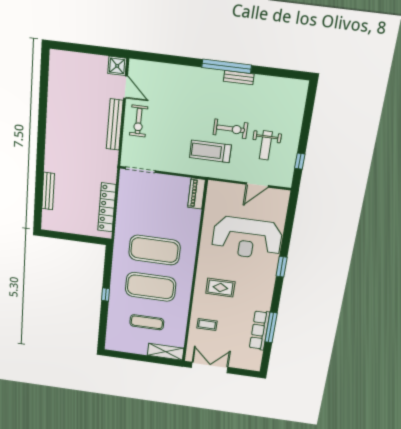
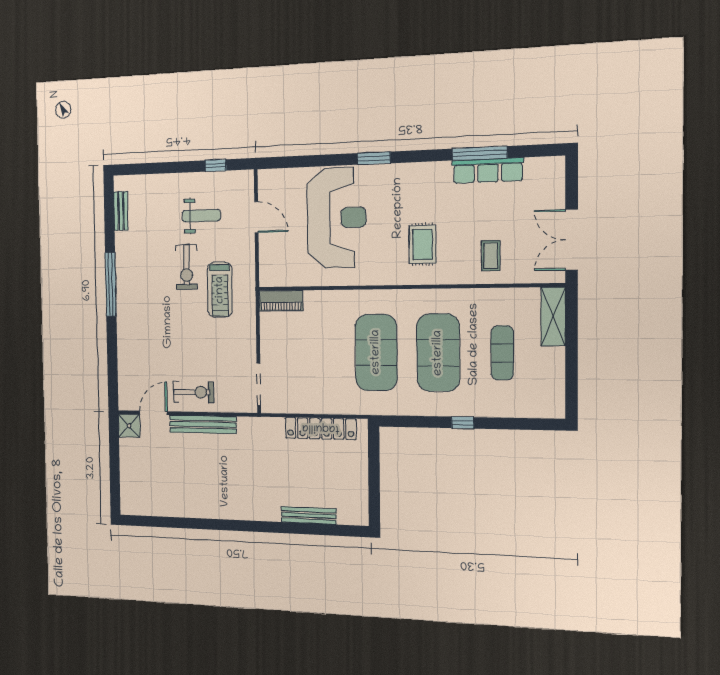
bench: (239, 78) -> (121, 211), moved
exercise bike: (230, 129) -> (186, 267), turned 180

